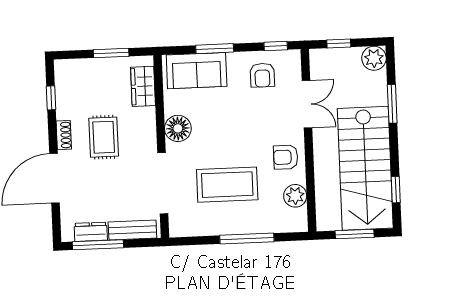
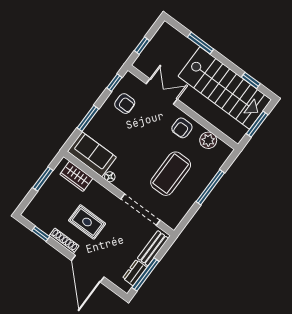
plant: (374, 58) -> (166, 33), removed
sofa: (197, 71) -> (92, 154), moved, turned -90
floor lamp: (178, 128) -> (110, 177), width x0.53, depth x0.53
shoe rack: (64, 135) -> (64, 241), width x1.43

